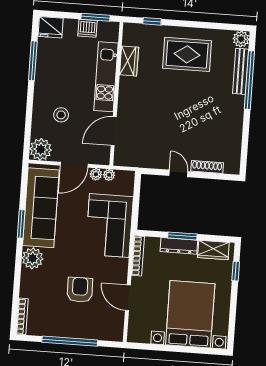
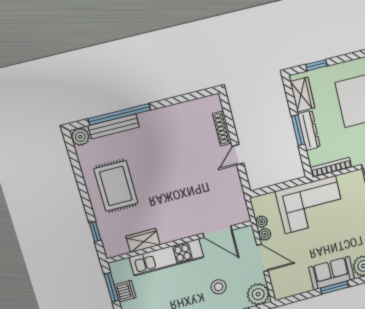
sofa: (41, 208) -> (332, 273), width x0.54, depth x0.79

